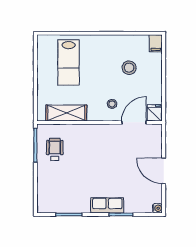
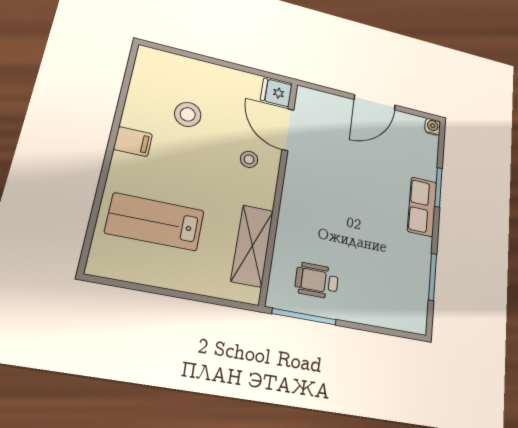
filing cabinet: (156, 43) -> (133, 142), moved
lab bench: (69, 62) -> (155, 222), turned 180

